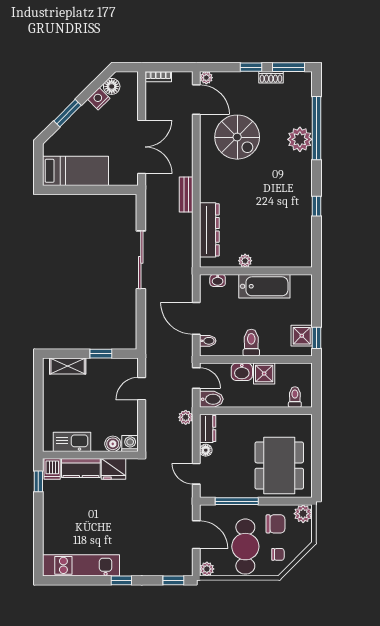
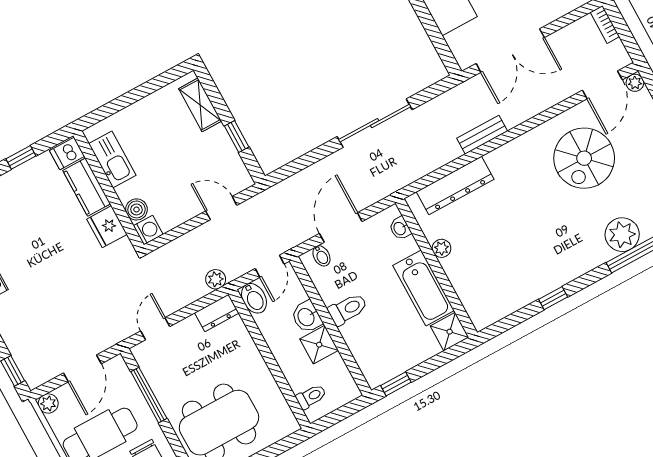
shower: (302, 336) -> (450, 332), moved
floor lamp: (206, 450) -> (189, 325), removed
window: (38, 481) -> (21, 157), moved

